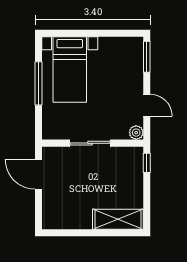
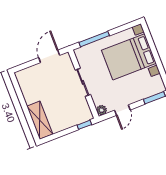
bed with nightstands: (70, 70) -> (129, 57), width x1.36
window: (39, 83) -> (94, 39), moved

